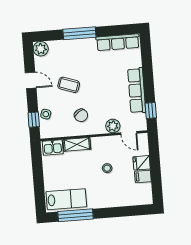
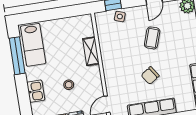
chair: (81, 115) -> (150, 76), moved
plant: (113, 126) -> (113, 87), removed
kitchen sink: (53, 148) -> (36, 91), moved, turned 180

